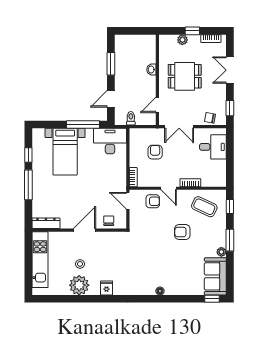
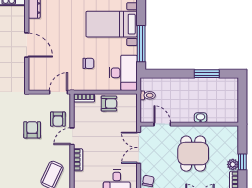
plant: (182, 40) -> (233, 164), moved
door: (111, 99) -> (169, 74), removed
armchair: (155, 152) -> (109, 104), moved
chair: (109, 221) -> (88, 63), moved
armchair: (182, 232) -> (32, 130), moved

